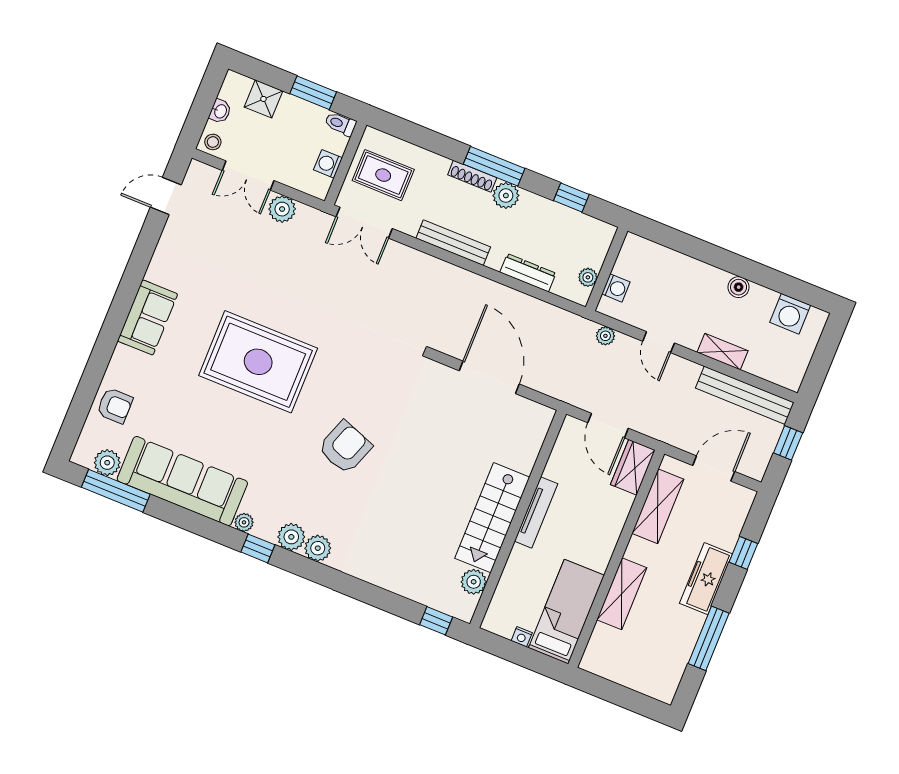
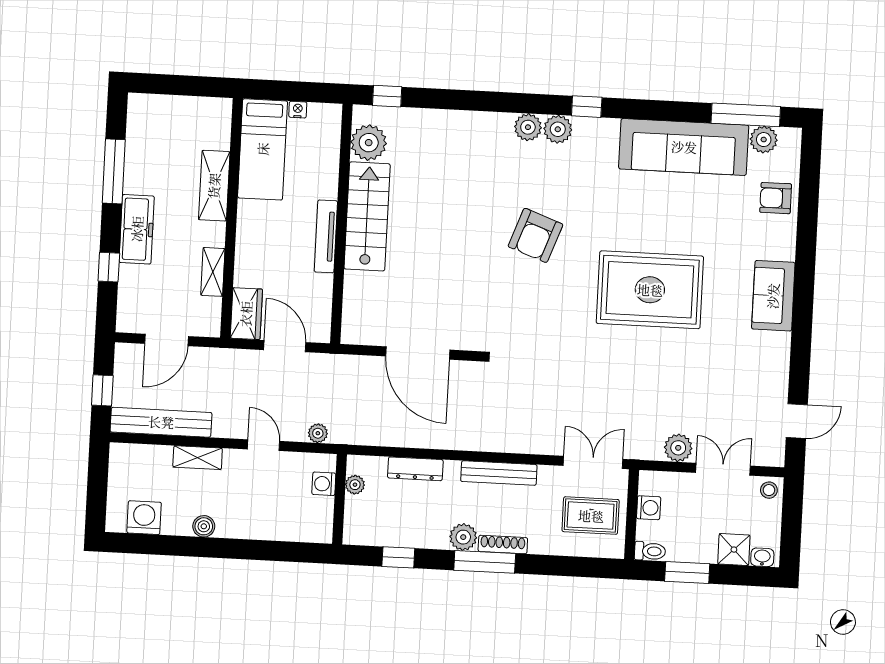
washbasin: (220, 111) -> (762, 557), moved, turned 90
shelving: (658, 506) -> (213, 272), width x0.67, depth x0.75
plant: (244, 522) -> (609, 127), removed
plant: (474, 582) -> (369, 143), width x1.36, depth x1.36

